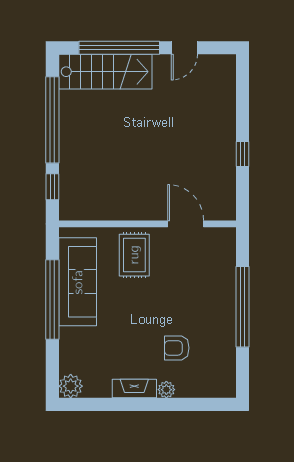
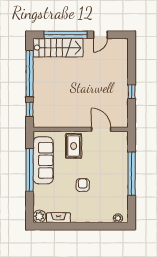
armchair: (177, 348) -> (83, 185), moved, turned 90
fireplace: (134, 389) -> (58, 218), moved
plant: (166, 390) -> (118, 218), moved

